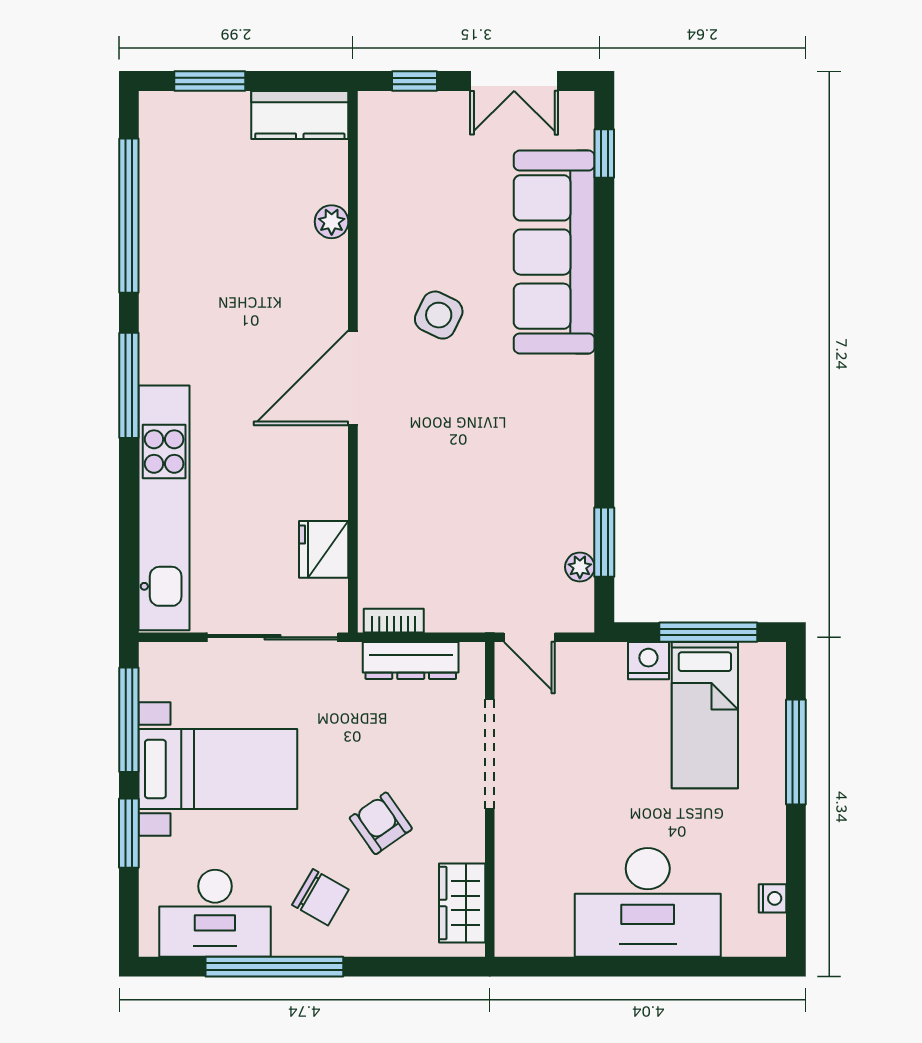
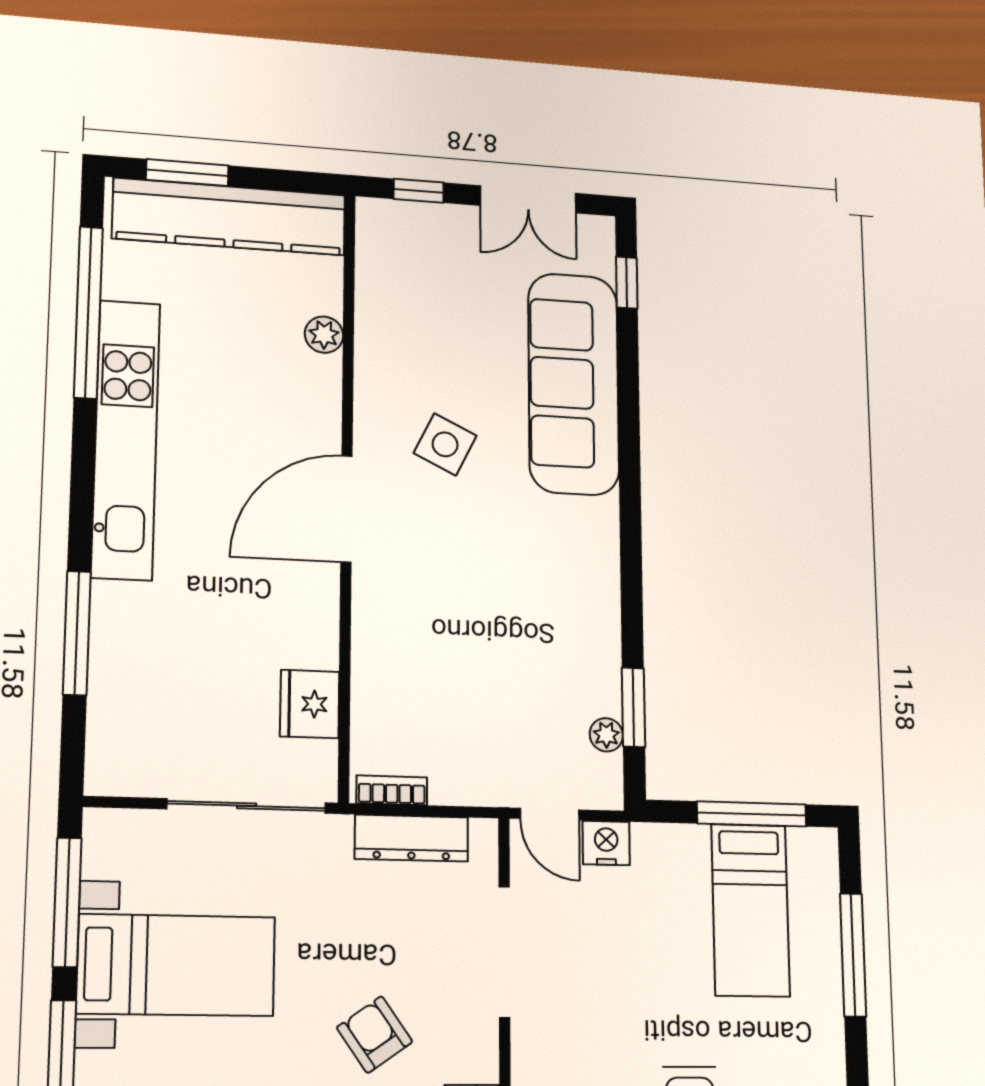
kitchen counter: (300, 115) -> (230, 217), width x2.08, depth x1.17
window: (129, 385) -> (77, 633), moved
kitchen unit: (164, 508) -> (126, 439), moved
nightstand: (648, 661) -> (606, 843), moved

